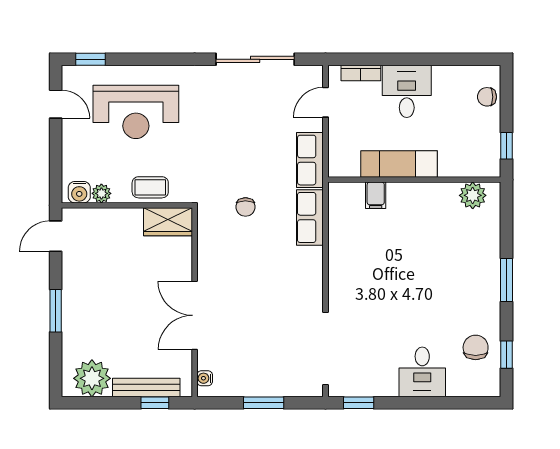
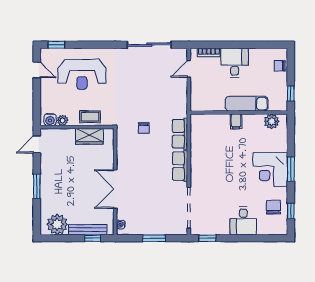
row of seats: (310, 160) -> (180, 166), moved
exam couch: (399, 164) -> (247, 104), moved
filing cabinet: (376, 195) -> (236, 121), moved
wardrobe: (168, 222) -> (89, 136), moved
corner desk: (470, 281) -> (270, 170), added

